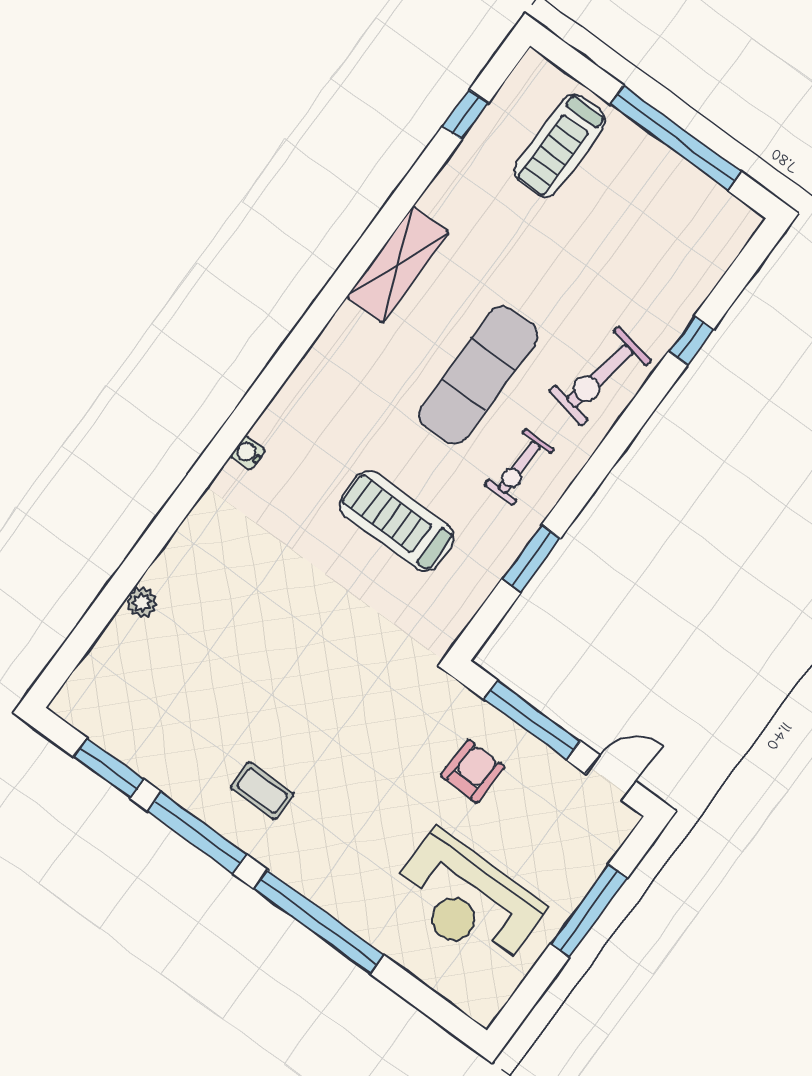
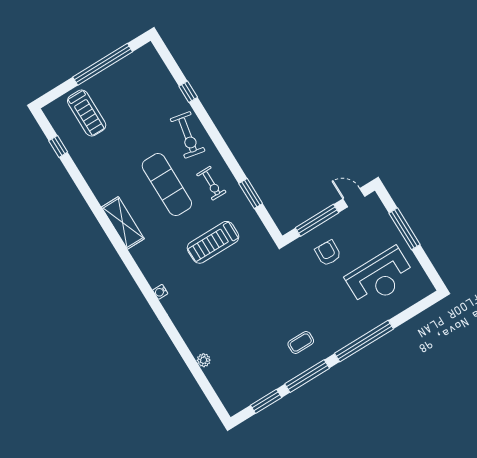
shelving: (398, 265) -> (123, 223), moved
door: (611, 778) -> (354, 198), hinge flipped

